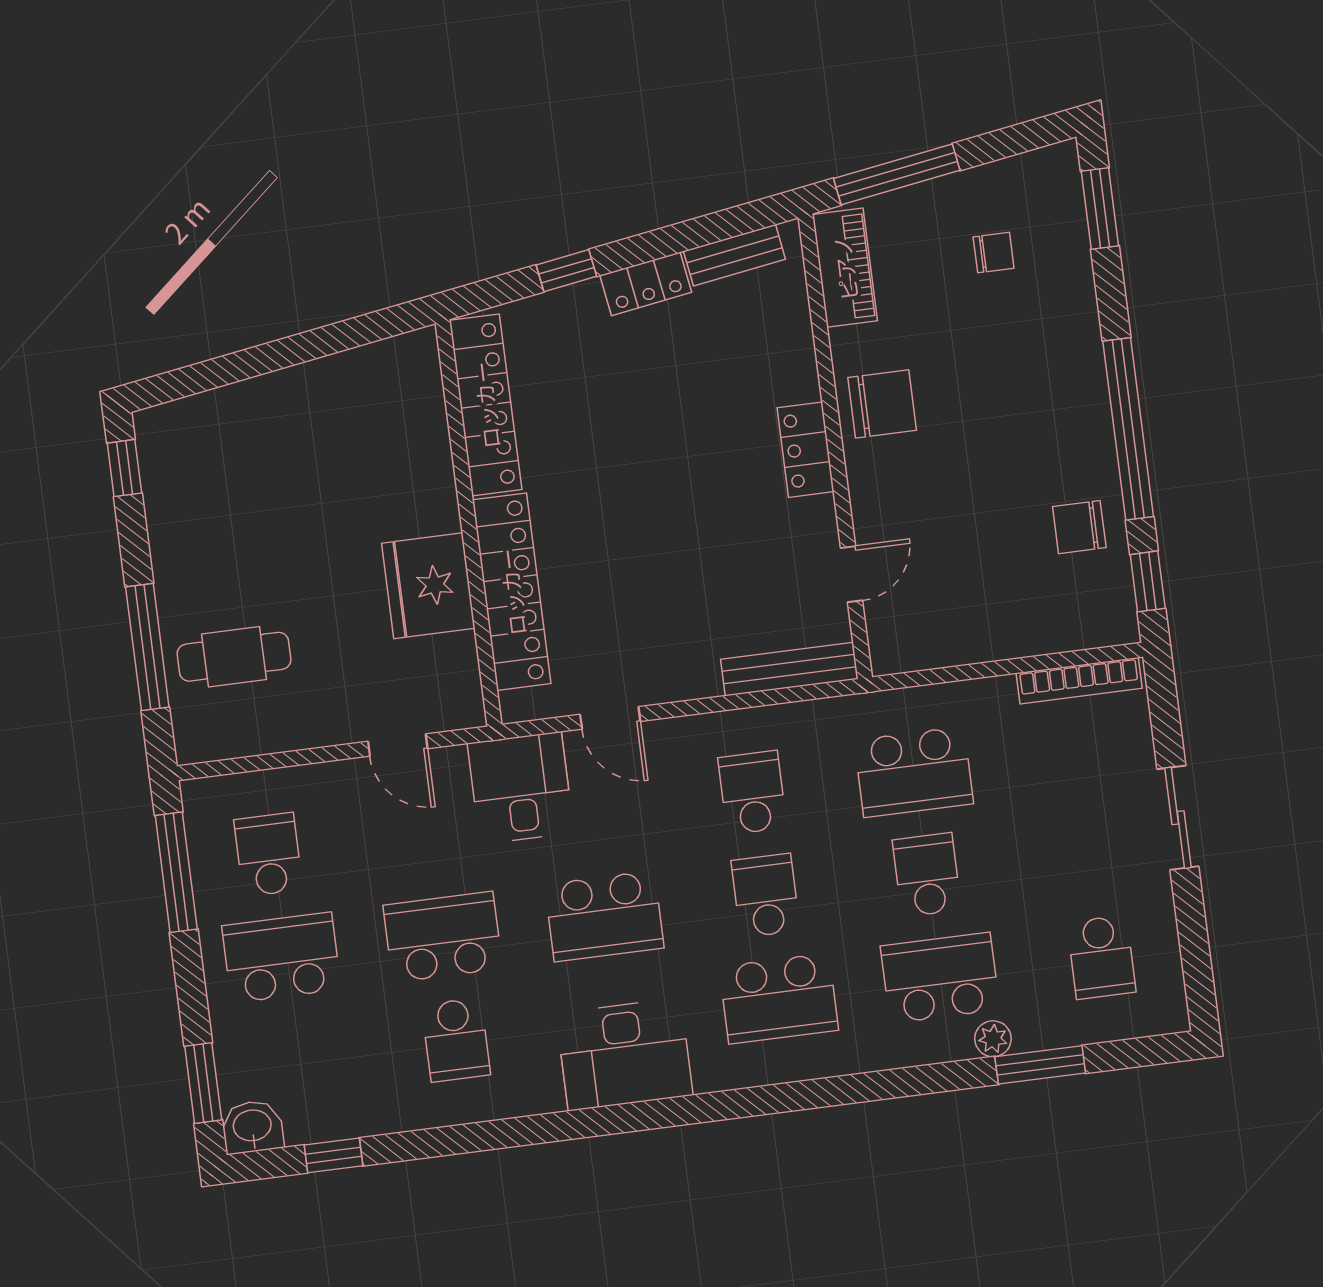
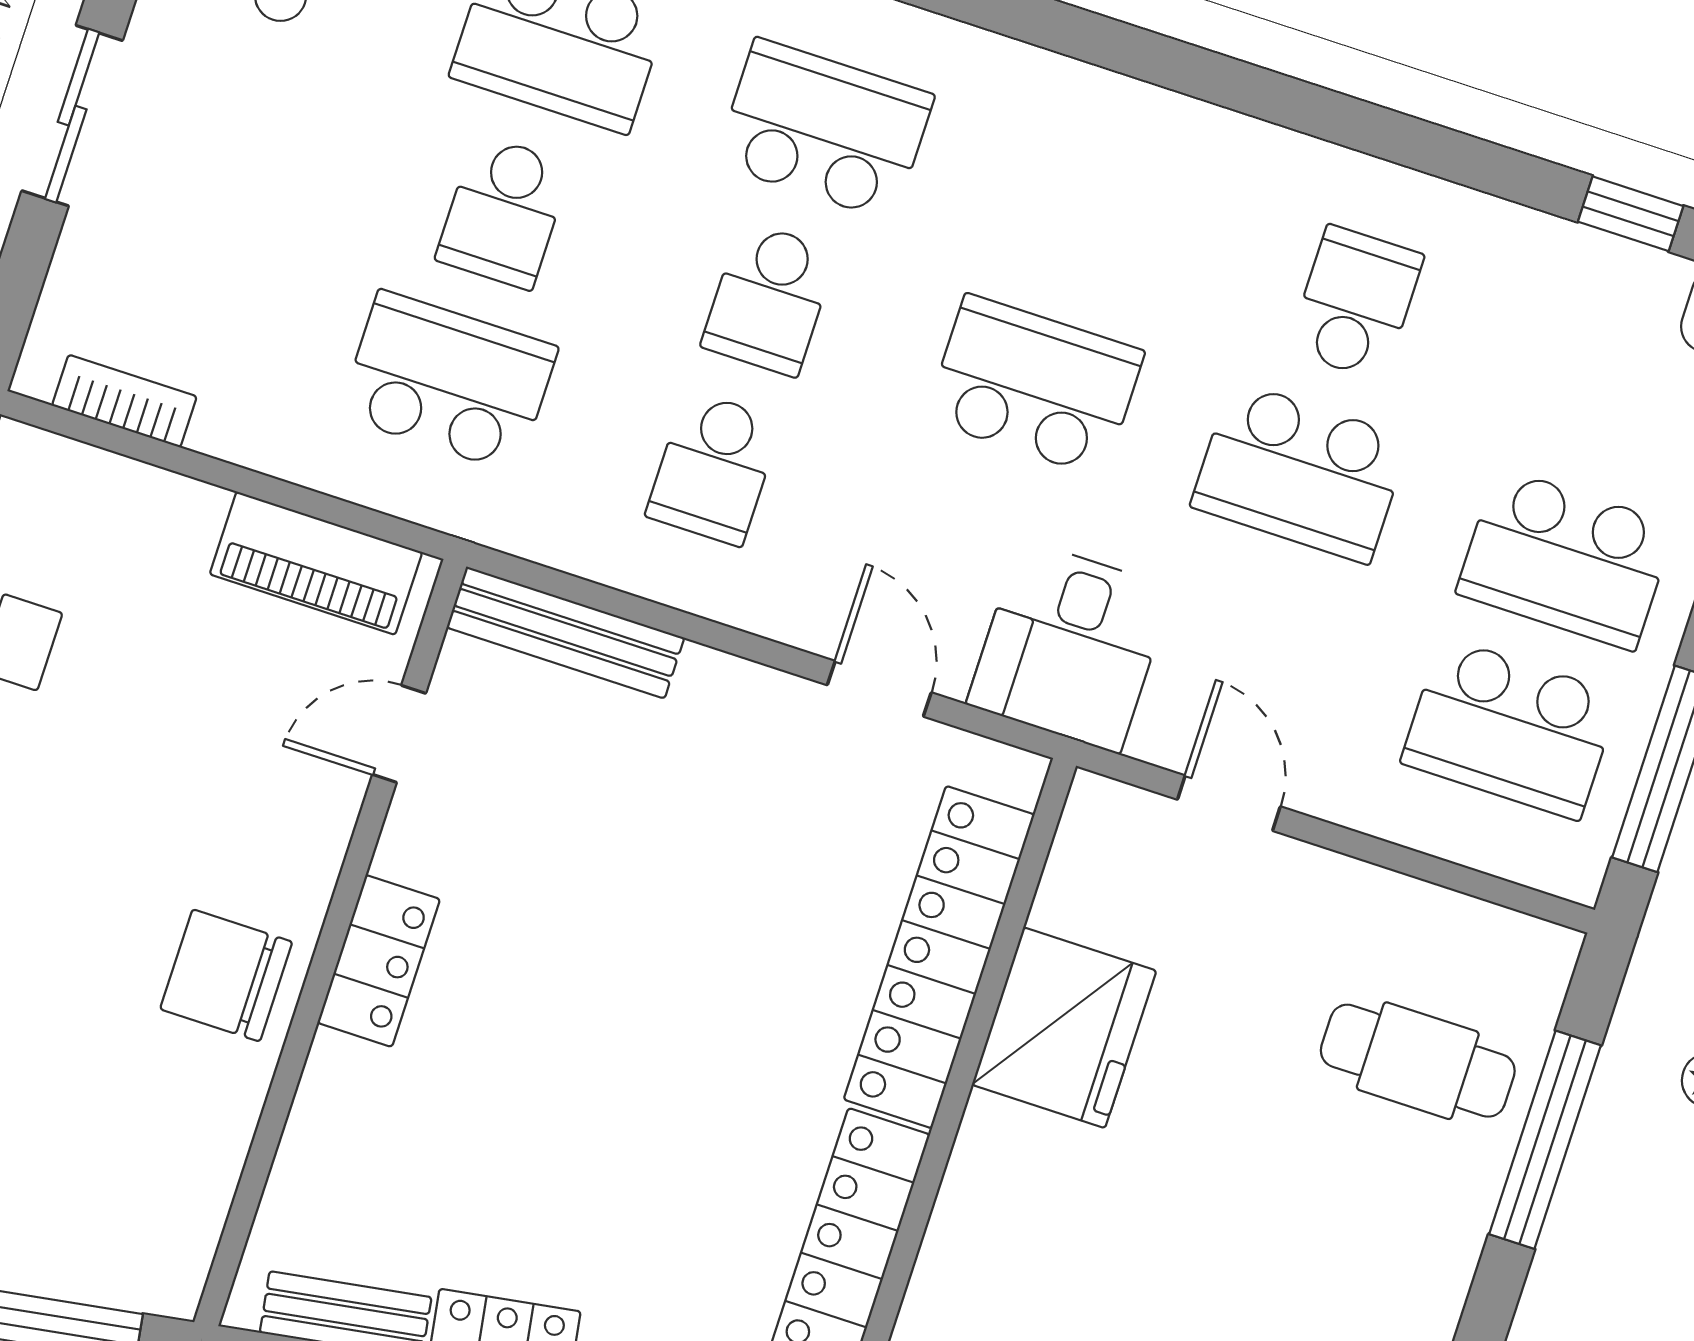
piano: (845, 268) -> (316, 563), moved, turned -90
bookcase: (1079, 681) -> (124, 401), width x0.64
school desk: (268, 855) -> (1510, 729), width x1.85
desk: (624, 1054) -> (1105, 156), removed

